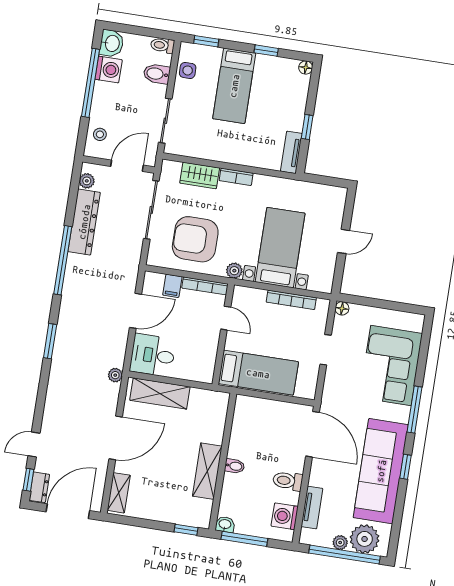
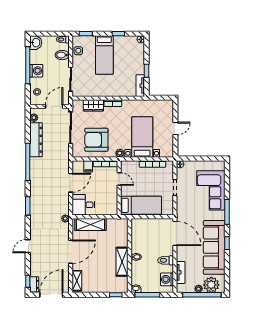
washing machine: (109, 70) -> (36, 71), moved
door: (34, 444) -> (28, 246), moved

